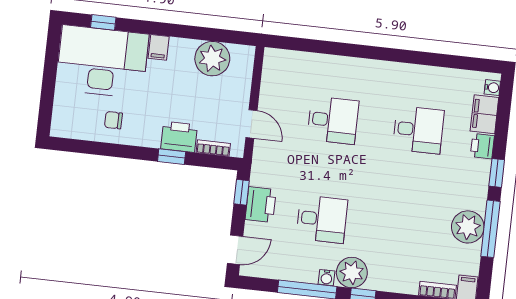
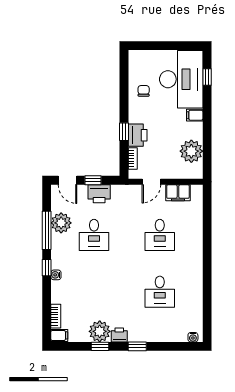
filing cabinet: (484, 114) -> (178, 193), moved, turned 180
printer: (482, 146) -> (119, 335), moved
window: (242, 192) -> (93, 180), moved
window: (490, 229) -> (100, 346), width x0.46
plant: (352, 273) -> (61, 223), moved
water cooler: (326, 278) -> (56, 275), moved

